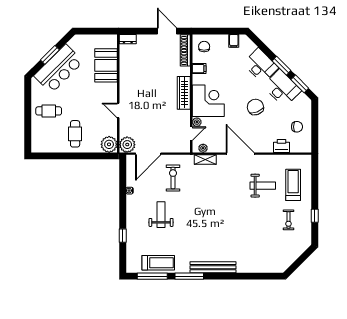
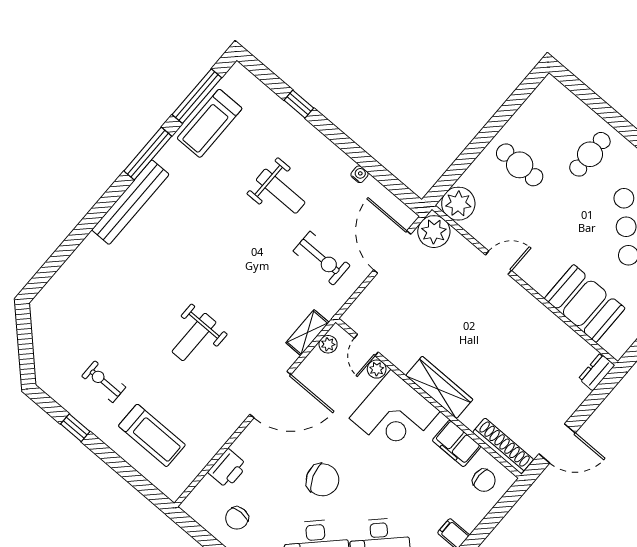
filing cabinet: (199, 69) -> (457, 443), width x2.00
weight bench: (263, 186) -> (194, 337), moved

